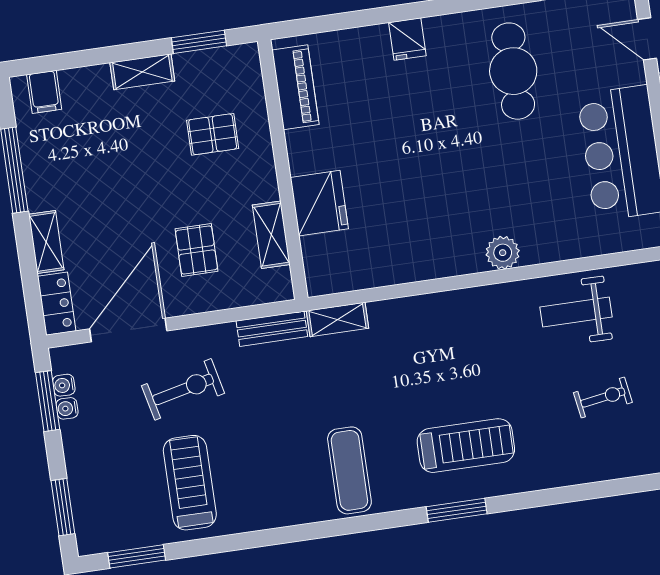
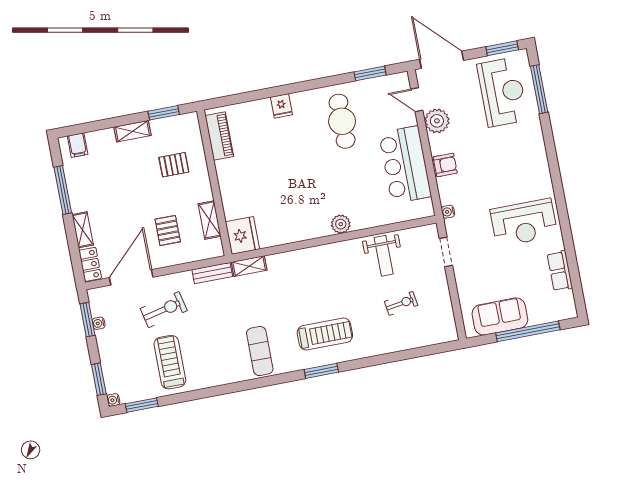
fridge: (319, 203) -> (242, 235), moved
weight bench: (576, 312) -> (384, 256), turned -90
water cooler: (64, 385) -> (113, 400), moved

